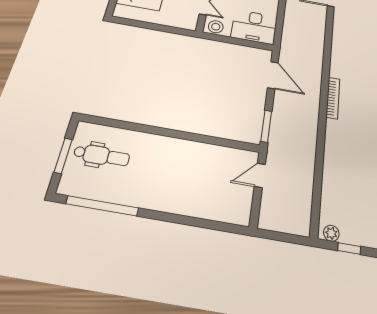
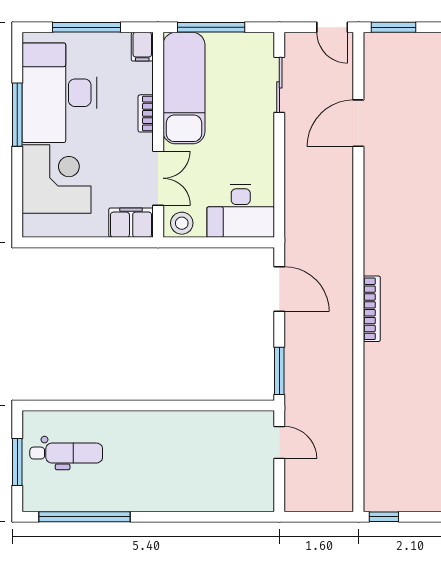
filing cabinet: (184, 21) -> (131, 223), added
door: (260, 175) -> (279, 442), swing flipped
plant: (331, 233) -> (381, 502), removed
window: (349, 248) -> (384, 517), moved

